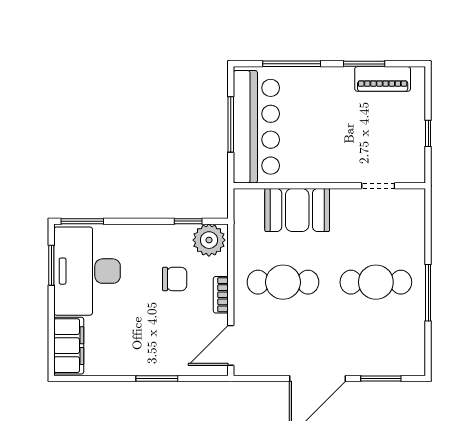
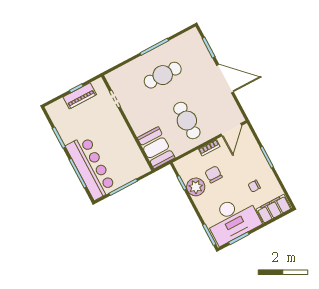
piano: (383, 79) -> (80, 96), moved, turned 90
bar counter: (256, 127) -> (91, 167), moved, turned 90
booth: (297, 210) -> (156, 148), moved
plant: (209, 240) -> (196, 187), moved
cafe table: (376, 282) -> (163, 75), turned 90
chair: (121, 334) -> (254, 186), added
door: (231, 345) -> (231, 130), hinge flipped

